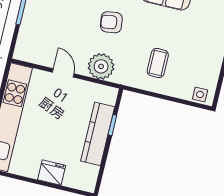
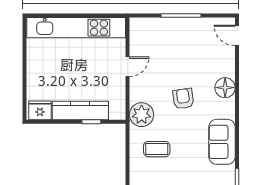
plant: (101, 66) -> (142, 115), moved
fridge: (52, 173) -> (40, 110), moved, turned -90

